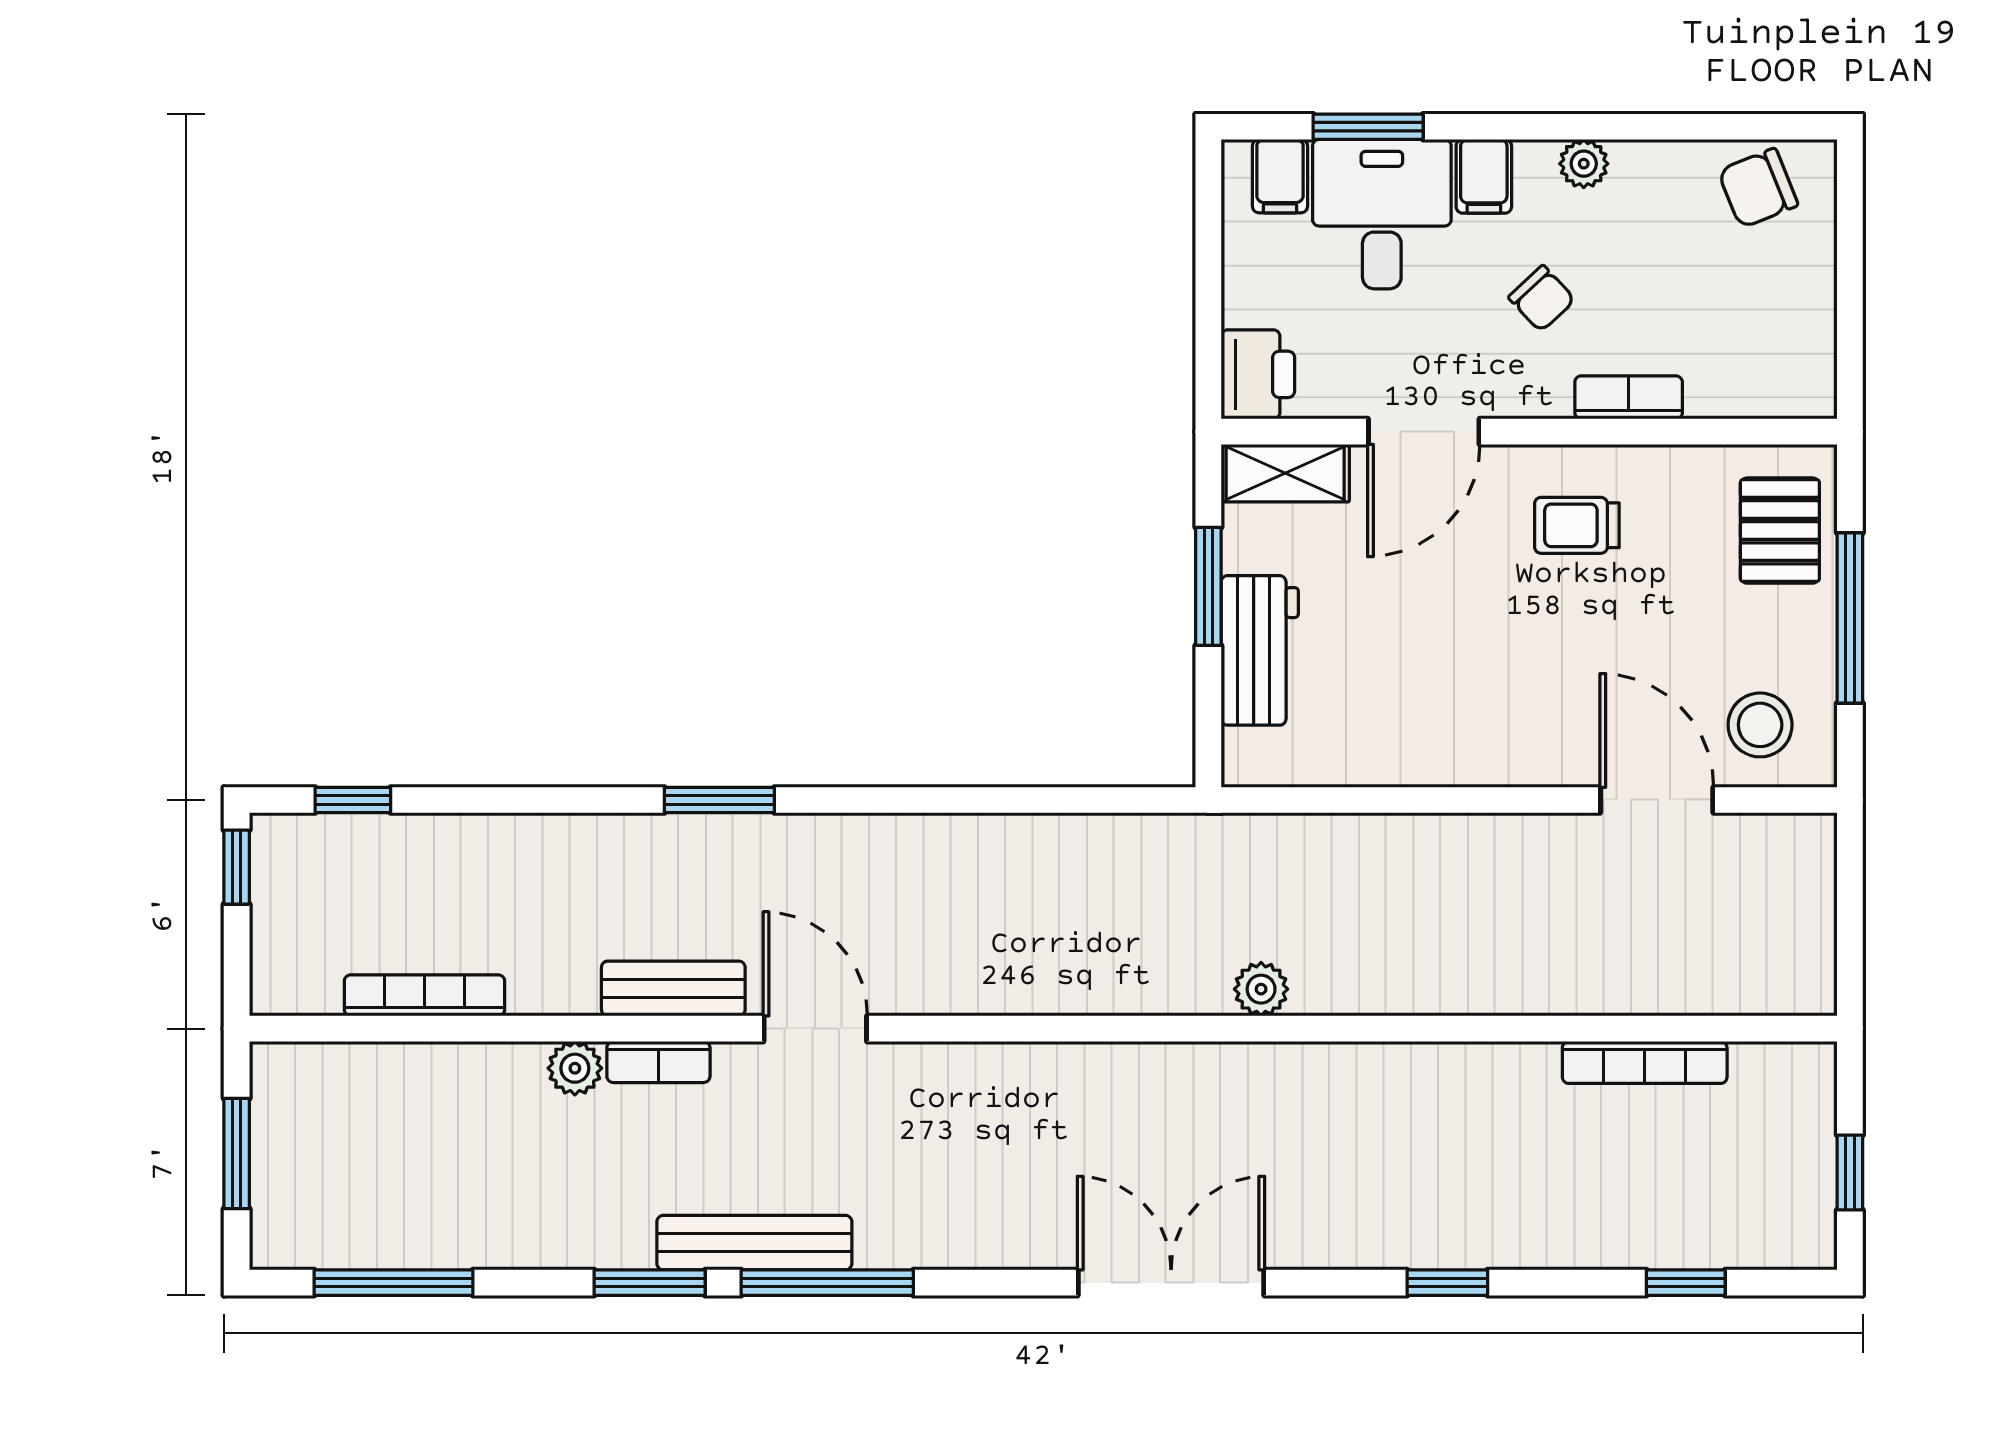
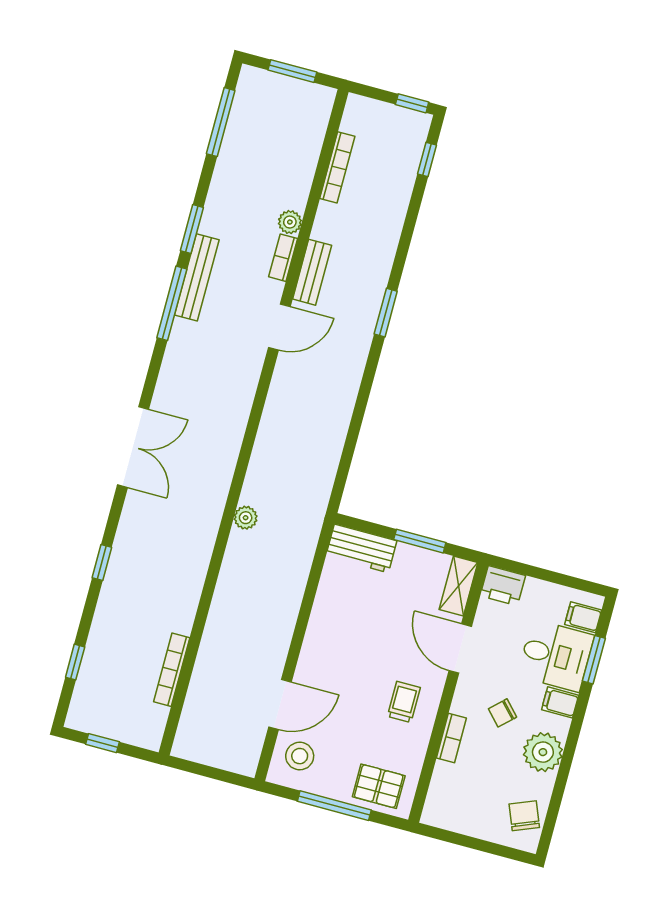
plant: (1584, 164) -> (543, 752), width x1.88, depth x1.88
workbench: (1260, 650) -> (361, 548), moved

